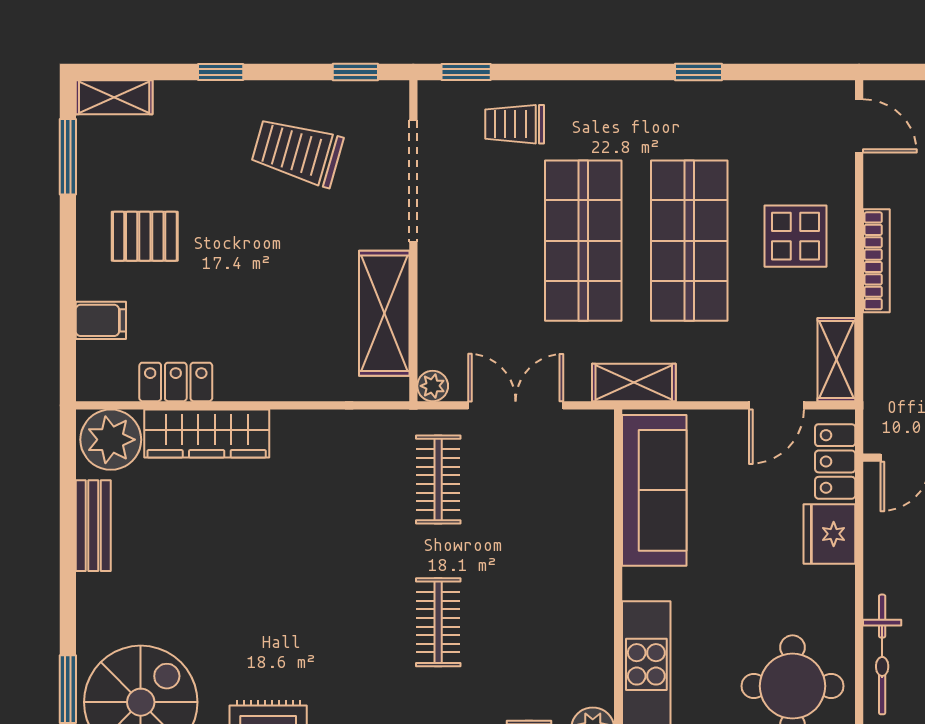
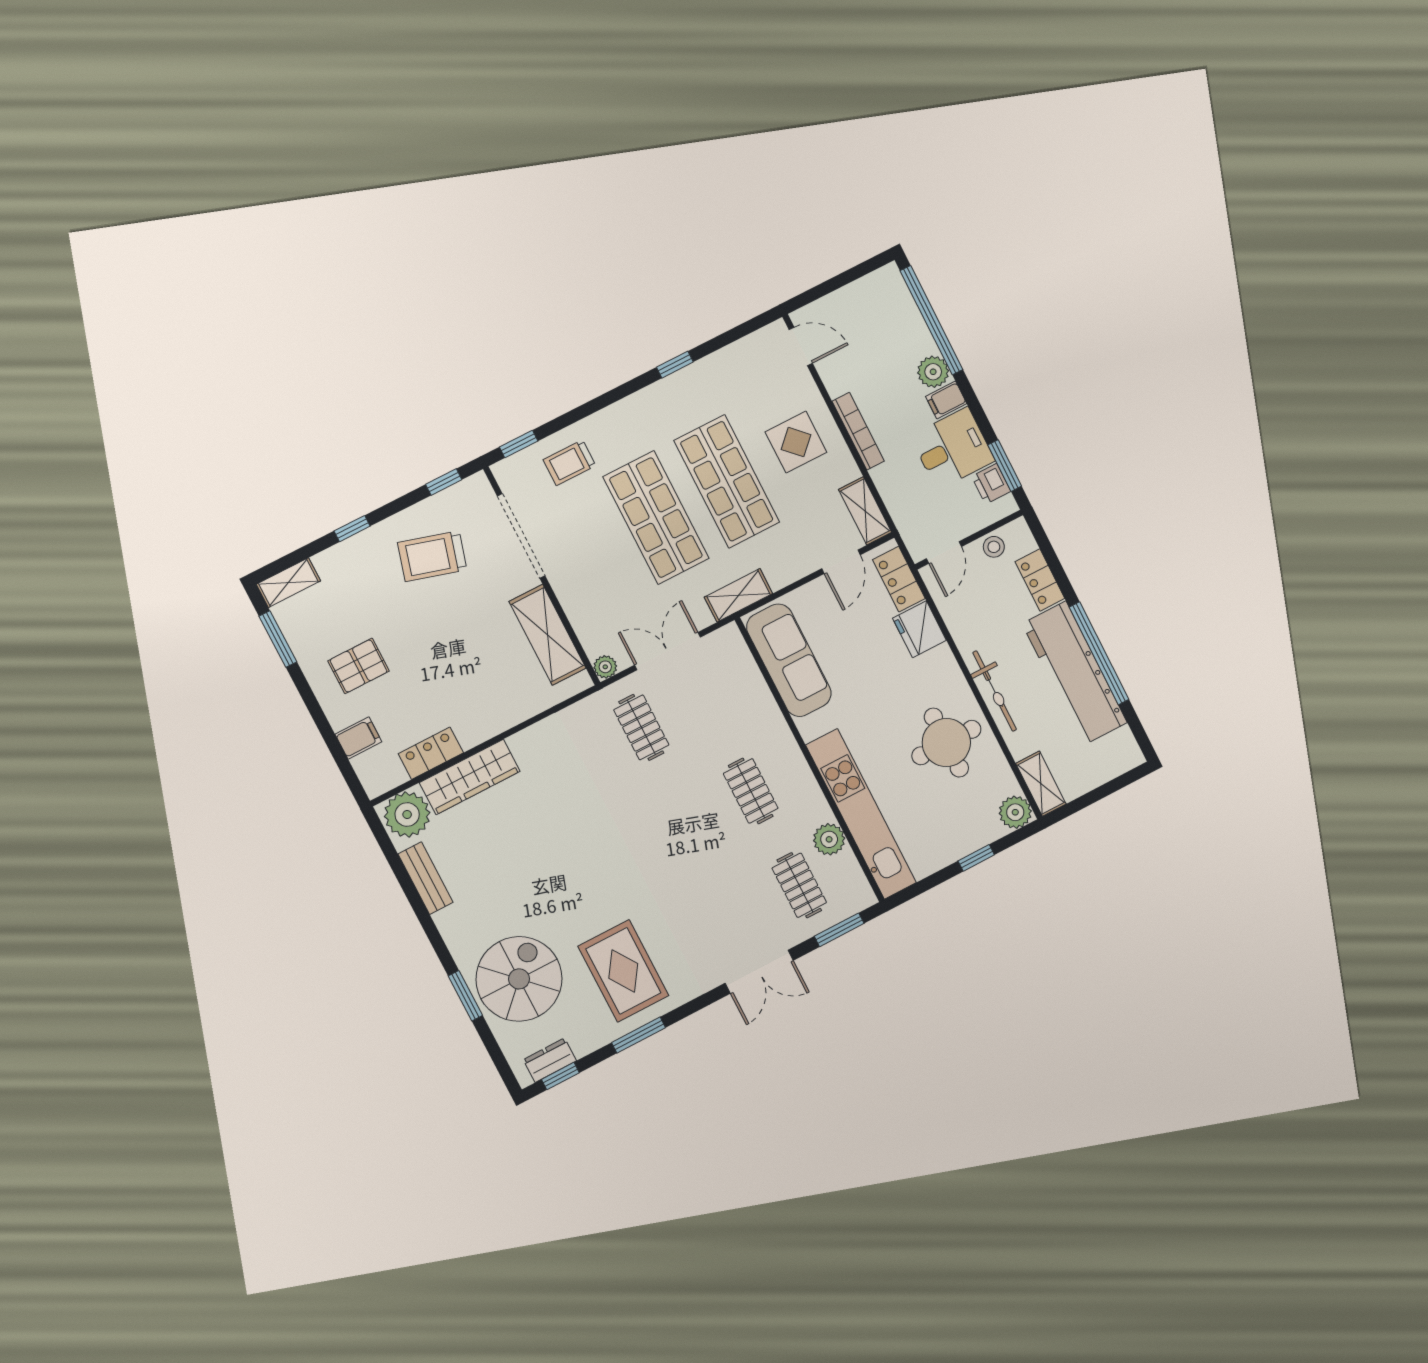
clothes rail: (438, 622) -> (751, 791), moved

